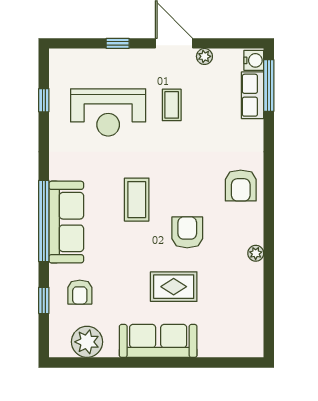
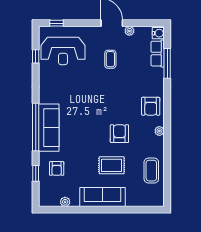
window: (118, 43) -> (57, 23), moved
window: (269, 86) -> (167, 63), moved
reception desk: (108, 112) -> (63, 51), moved
coffee table: (137, 200) -> (151, 171), moved
plant: (256, 253) -> (159, 131), moved
plant: (87, 342) -> (65, 202), width x0.53, depth x0.53

